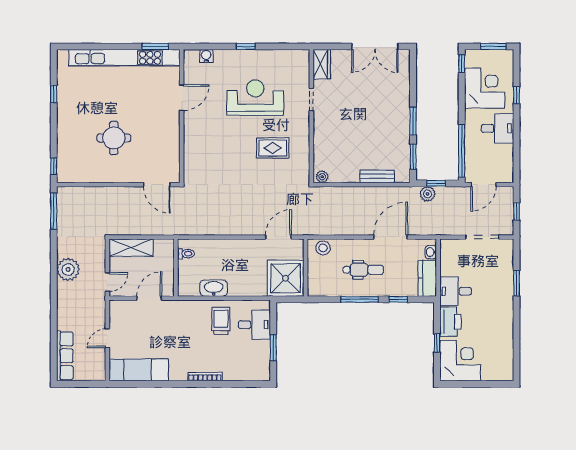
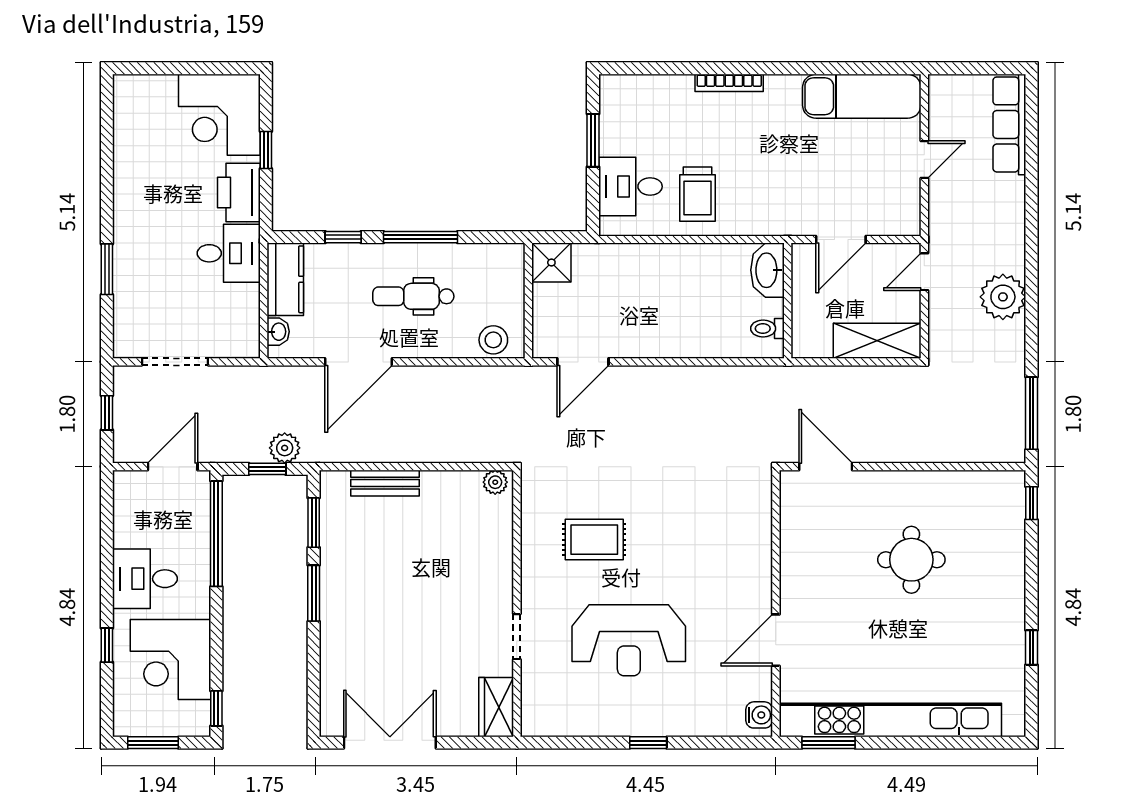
water cooler: (206, 56) -> (759, 715), moved, turned -90
shower: (286, 278) -> (551, 263), width x0.54, depth x0.54
washbasin: (214, 288) -> (767, 270), moved, turned 90

